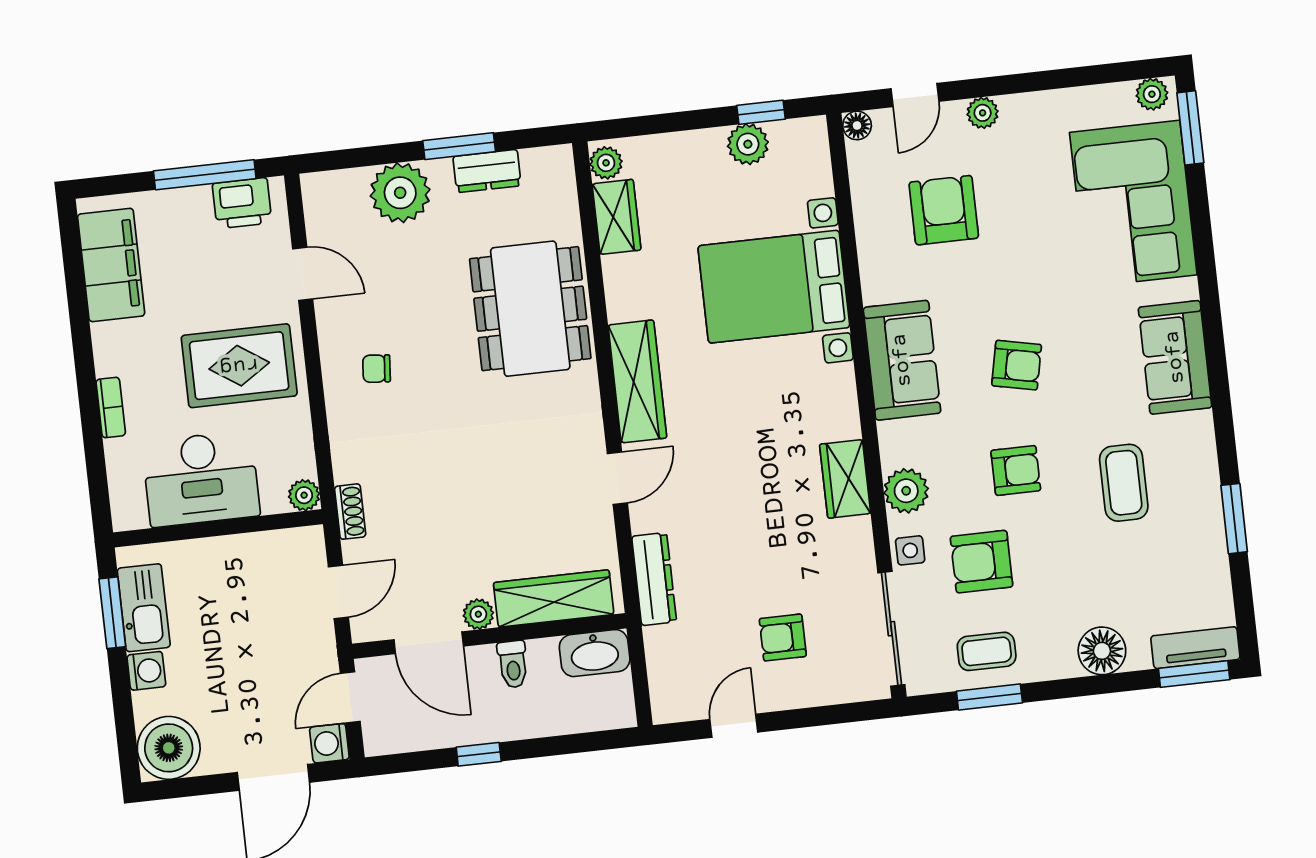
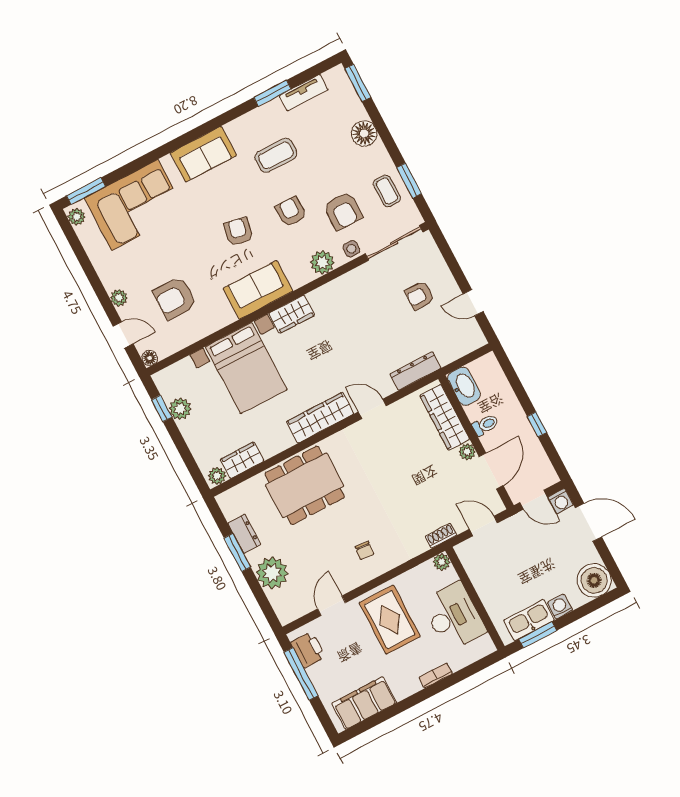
wardrobe: (845, 479) -> (292, 314), moved
armchair: (783, 638) -> (420, 295), turned 90
tv unit: (1195, 648) -> (304, 93), moved, turned -90

